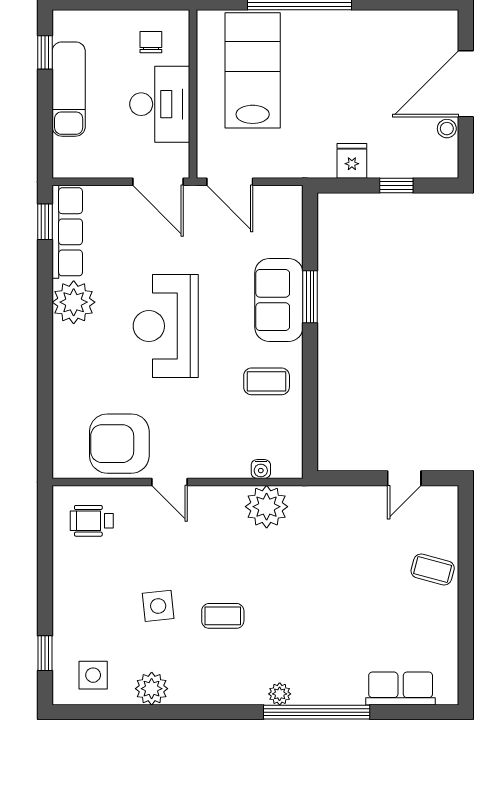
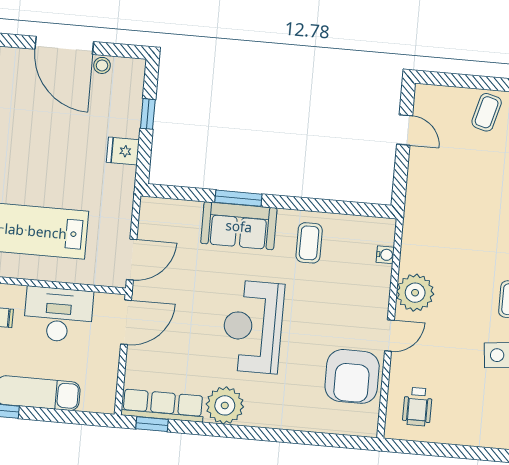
reception desk: (166, 326) -> (253, 327), turned 90
plant: (267, 507) -> (415, 293), moved

